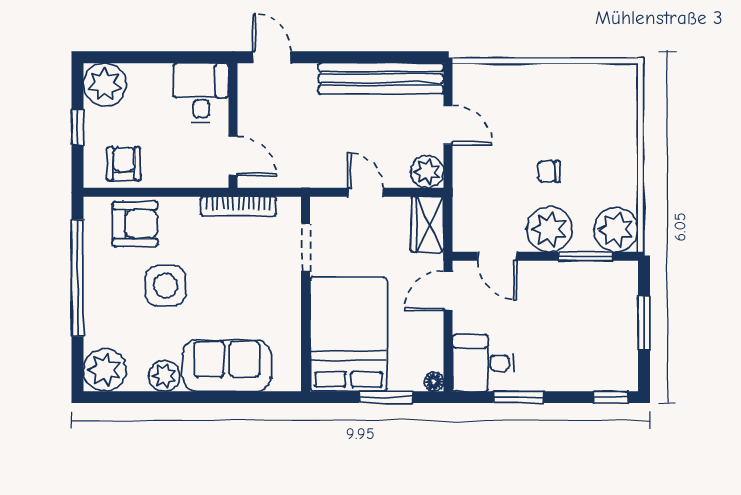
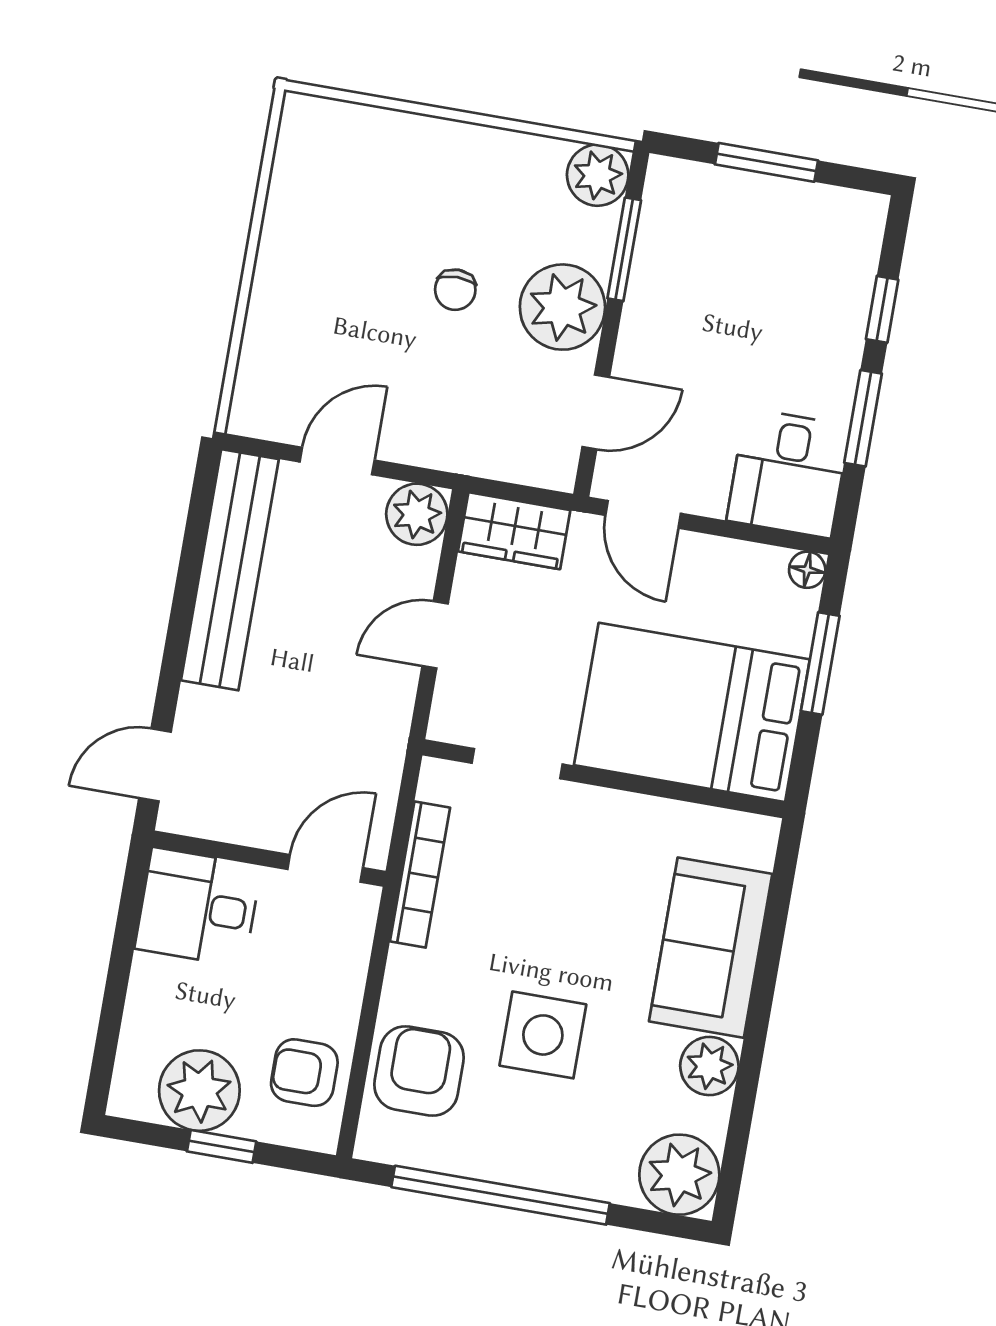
plant: (105, 85) -> (199, 1091), moved
plant: (616, 230) -> (598, 175), width x0.73, depth x0.73
window: (611, 397) -> (882, 309), moved

